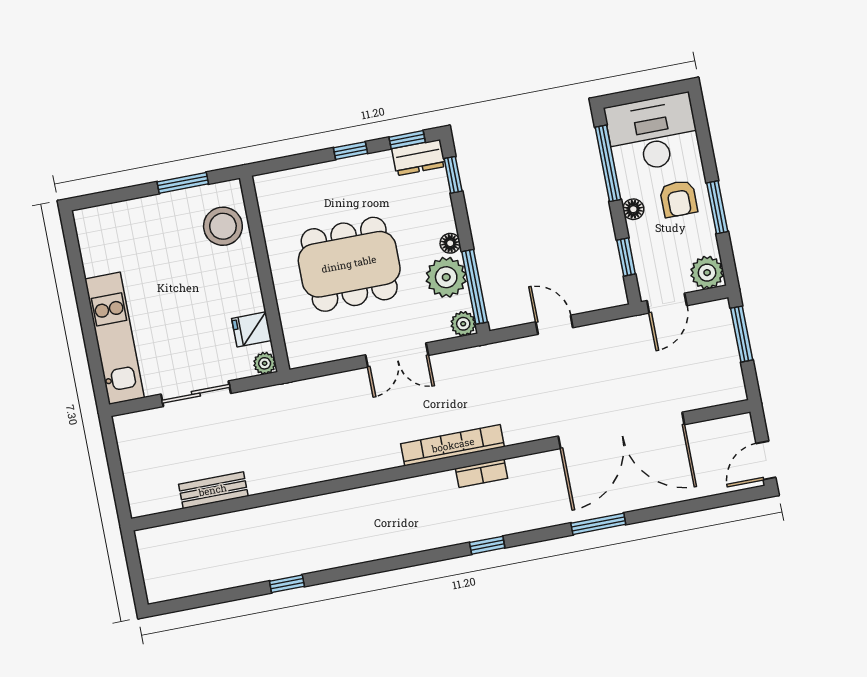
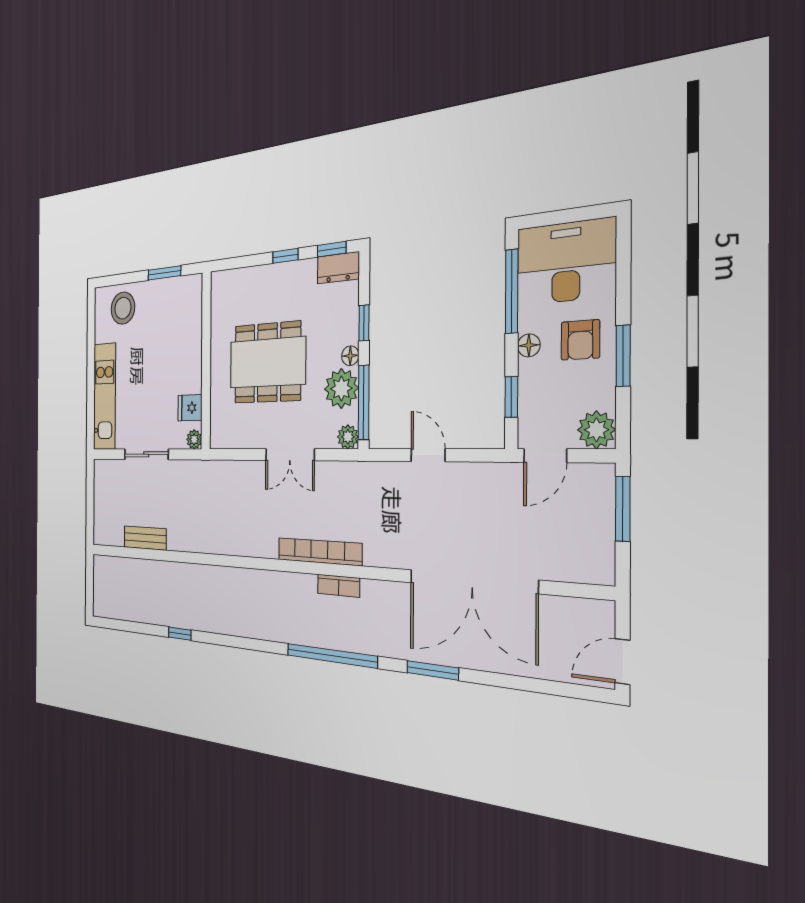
window: (453, 175) -> (364, 323), moved
stool: (223, 226) -> (123, 308), moved
window: (487, 545) -> (331, 656), width x3.17

